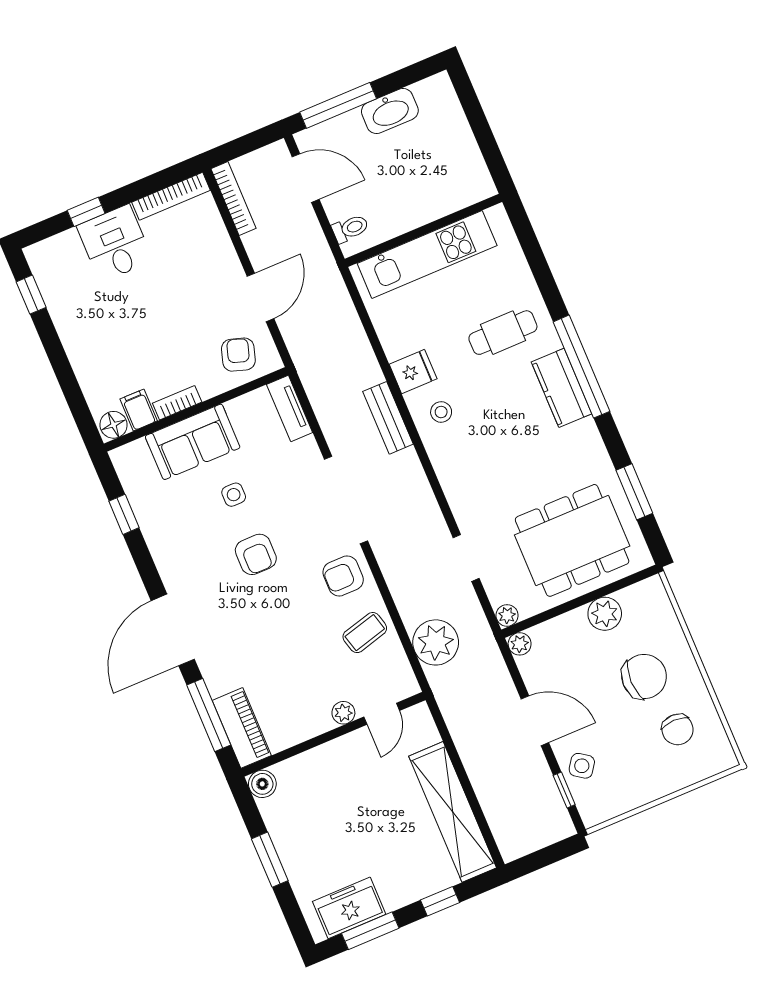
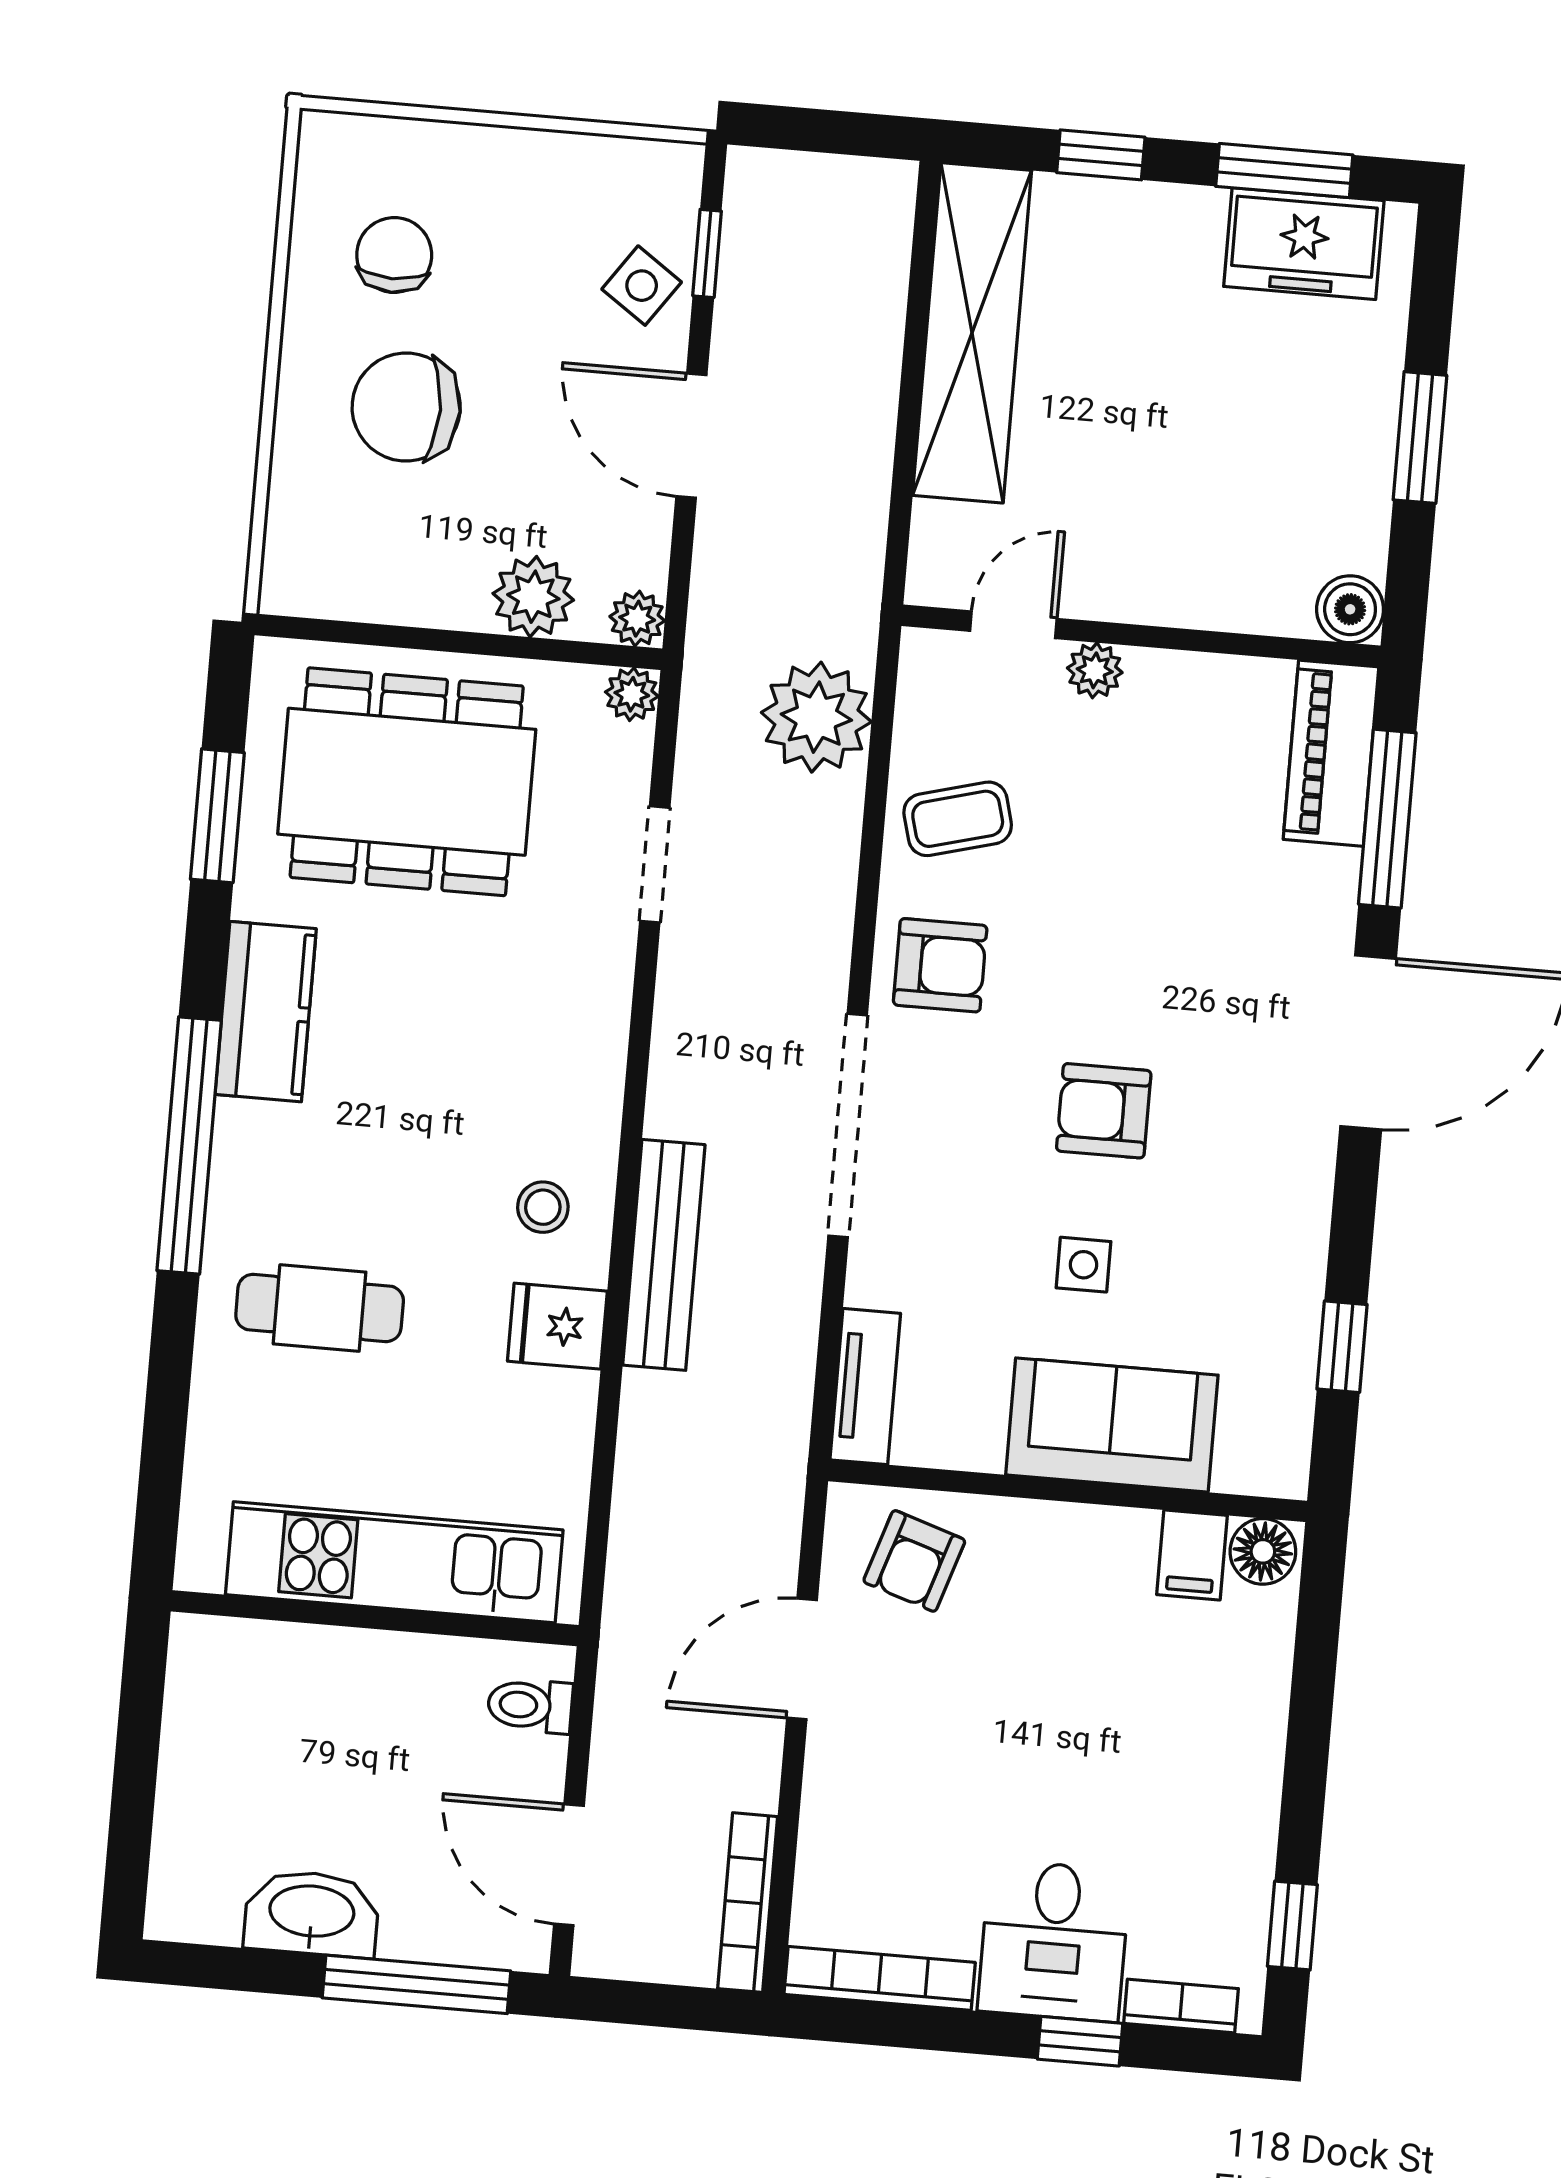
kitchen counter: (562, 388) -> (266, 1012), moved
bookcase: (177, 403) -> (1181, 2006), moved, turned 180
bench: (388, 418) -> (664, 1255), width x1.36
armchair: (256, 554) -> (1104, 1111), turned -90
plant: (605, 614) -> (533, 597), moved

